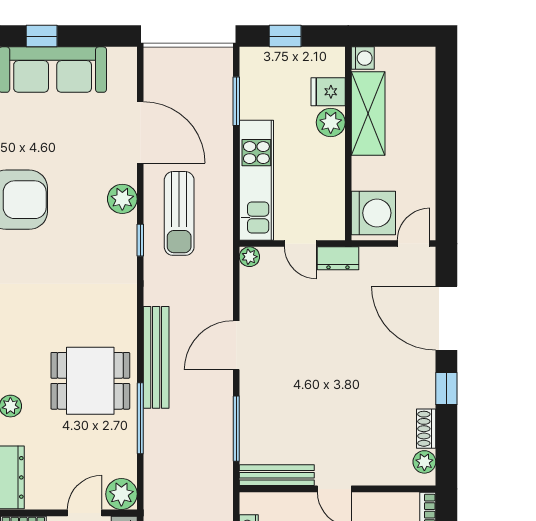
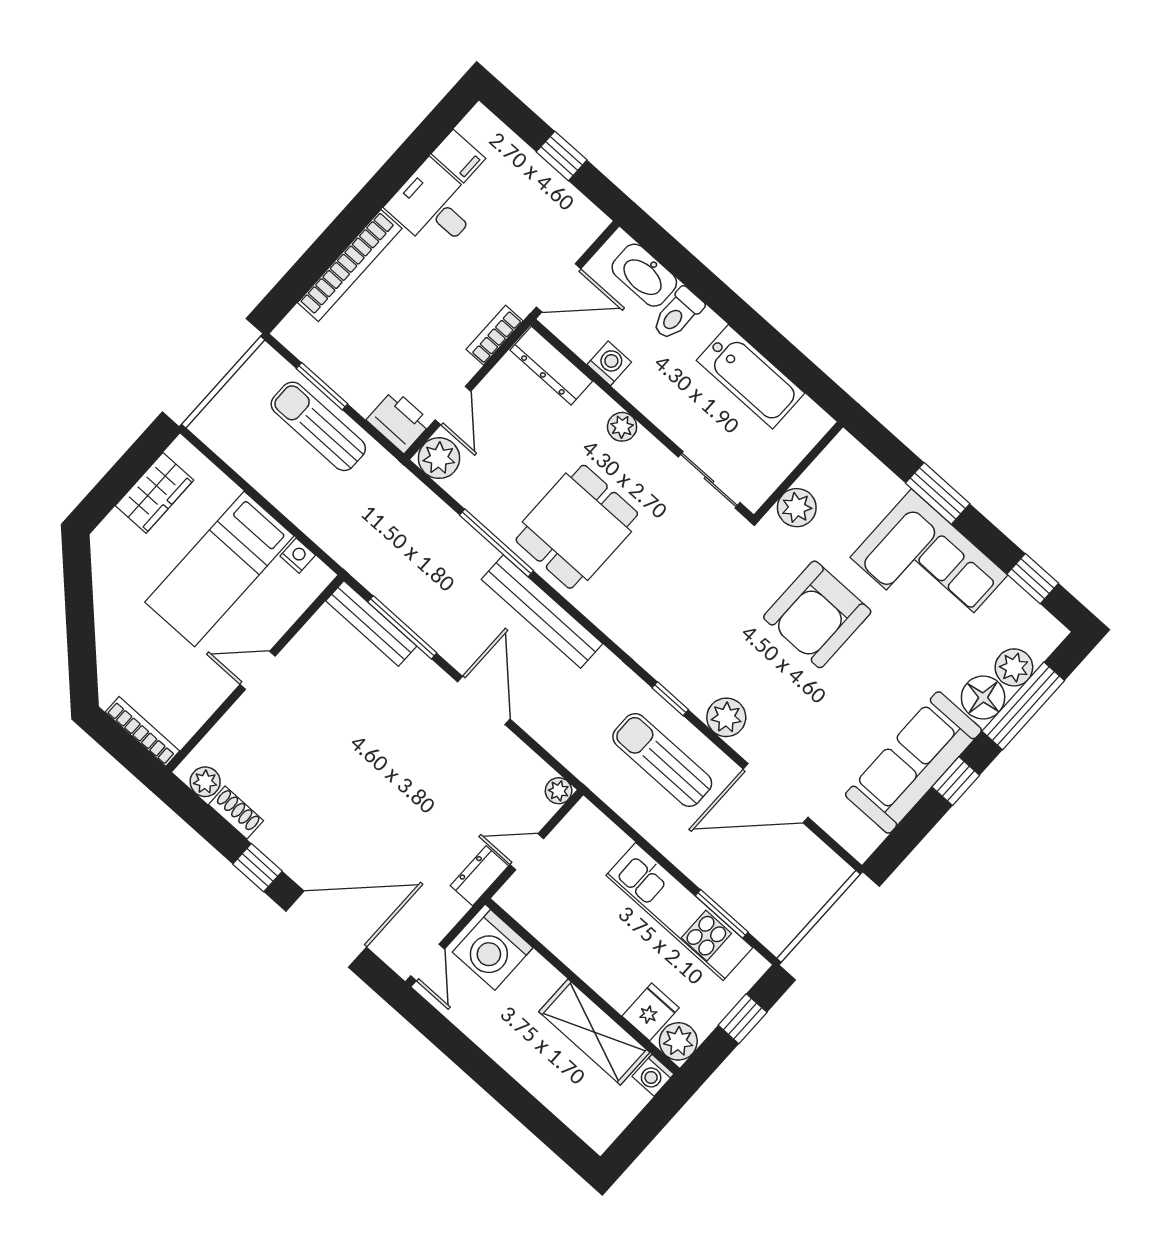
plant: (331, 122) -> (678, 1041), moved
kitchen unit: (256, 180) -> (679, 911), moved
bench: (277, 475) -> (371, 623), moved, turned 90

